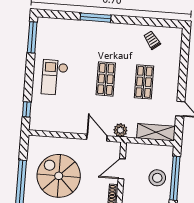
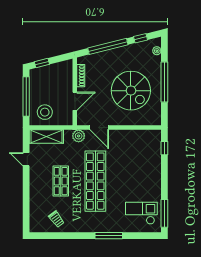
checkout: (55, 77) -> (141, 213), moved, turned -90
shop shelf: (106, 79) -> (95, 181), width x2.00, depth x1.36
stool: (157, 178) -> (45, 112), moved

